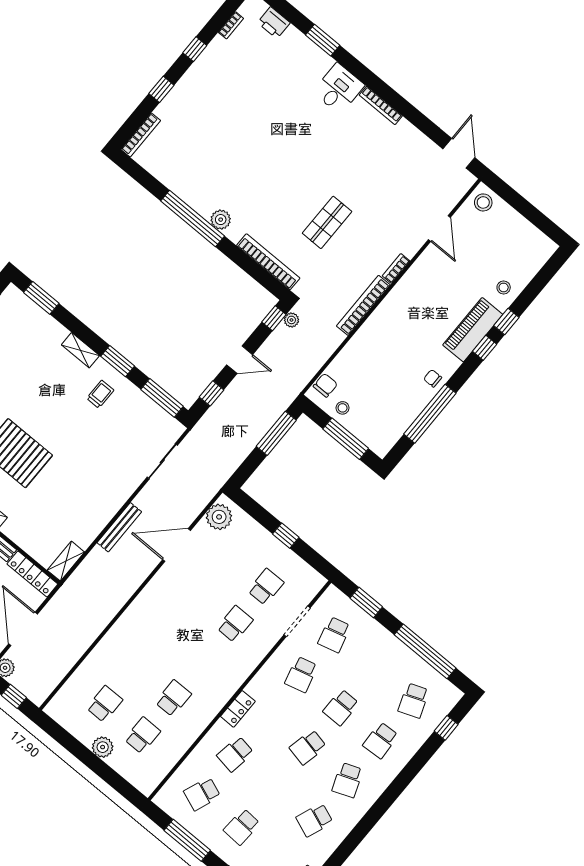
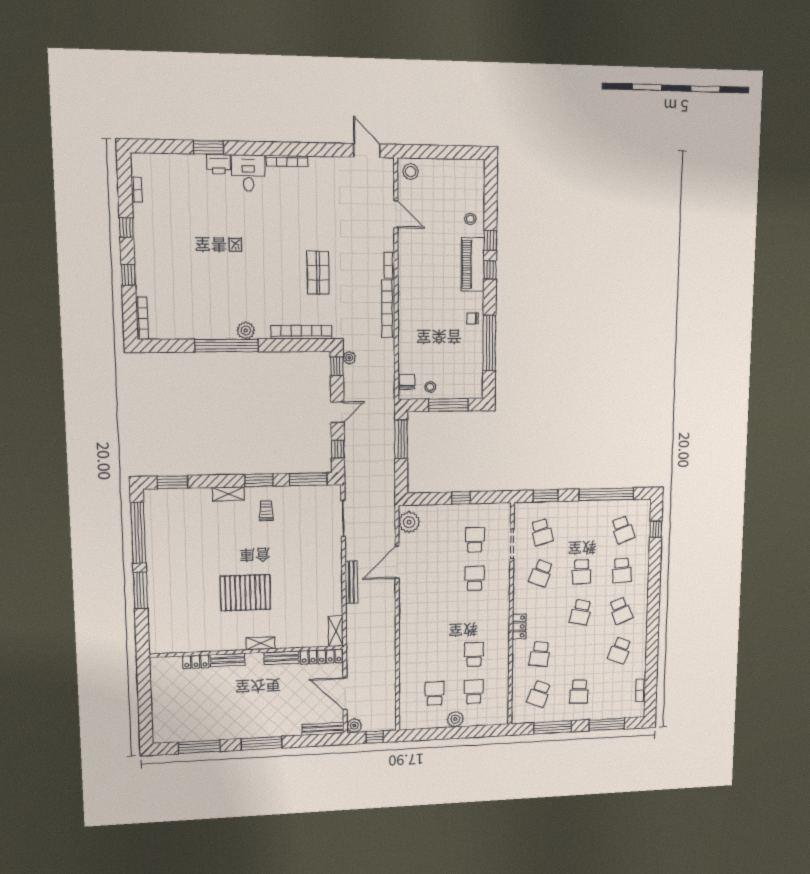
printer: (274, 23) -> (219, 164), moved
school desk: (301, 674) -> (541, 573), turned 36

